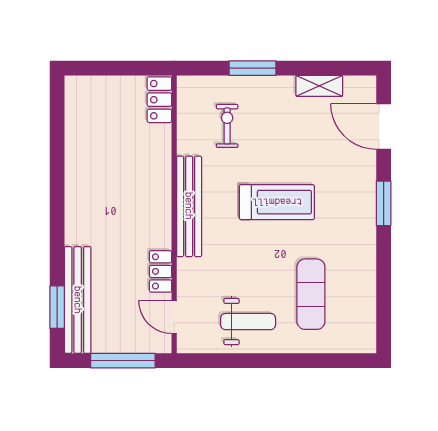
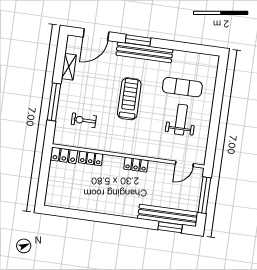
window: (252, 68) -> (54, 102), width x1.44
locker: (161, 148) -> (91, 158), added
bench: (189, 206) -> (144, 52), moved
locker: (161, 271) -> (136, 165), moved
weight bench: (248, 322) -> (181, 120), moved

